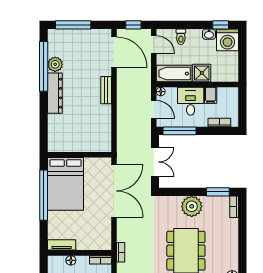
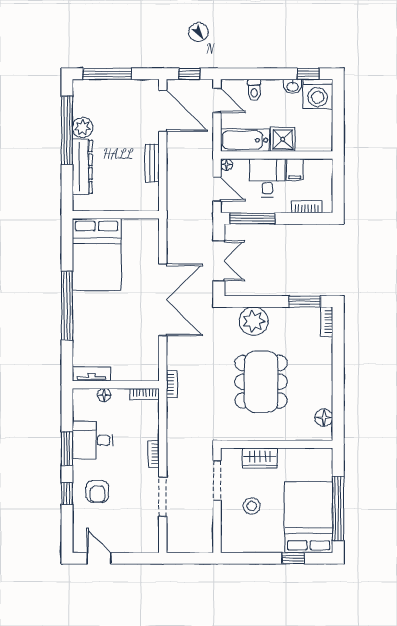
wall: (79, 155) -> (116, 215), moved
bed: (66, 184) -> (97, 254), moved
plant: (192, 206) -> (254, 321), moved

